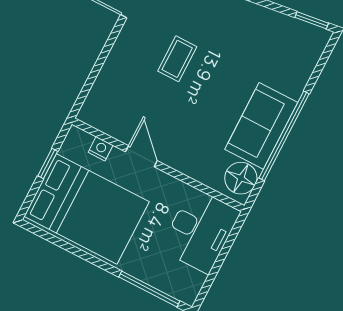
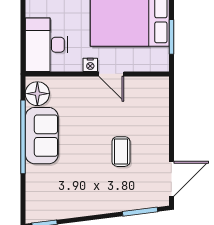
nightstand: (101, 149) -> (90, 65), moved
window: (48, 164) -> (171, 37), width x1.50

